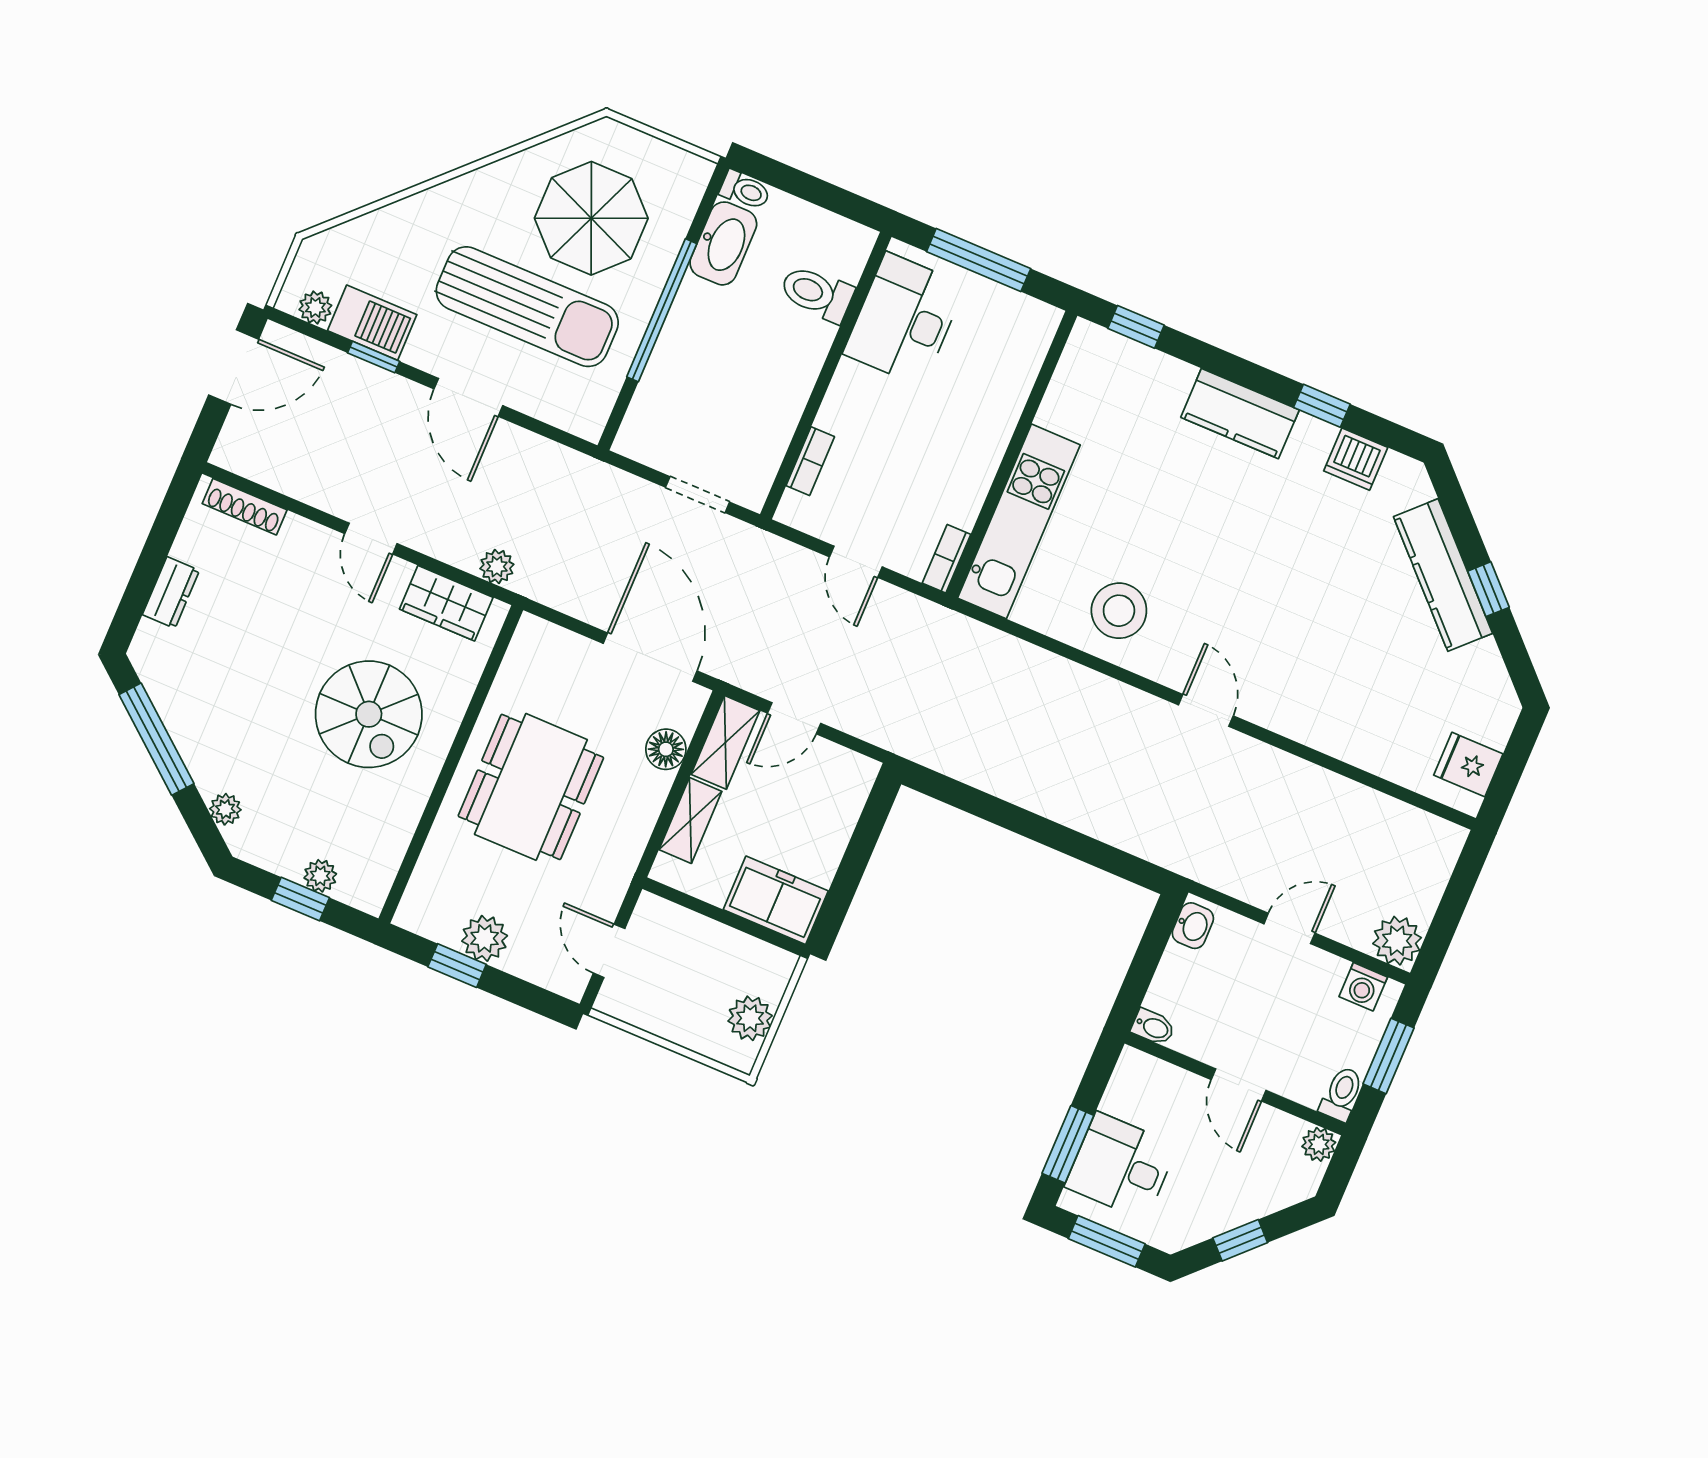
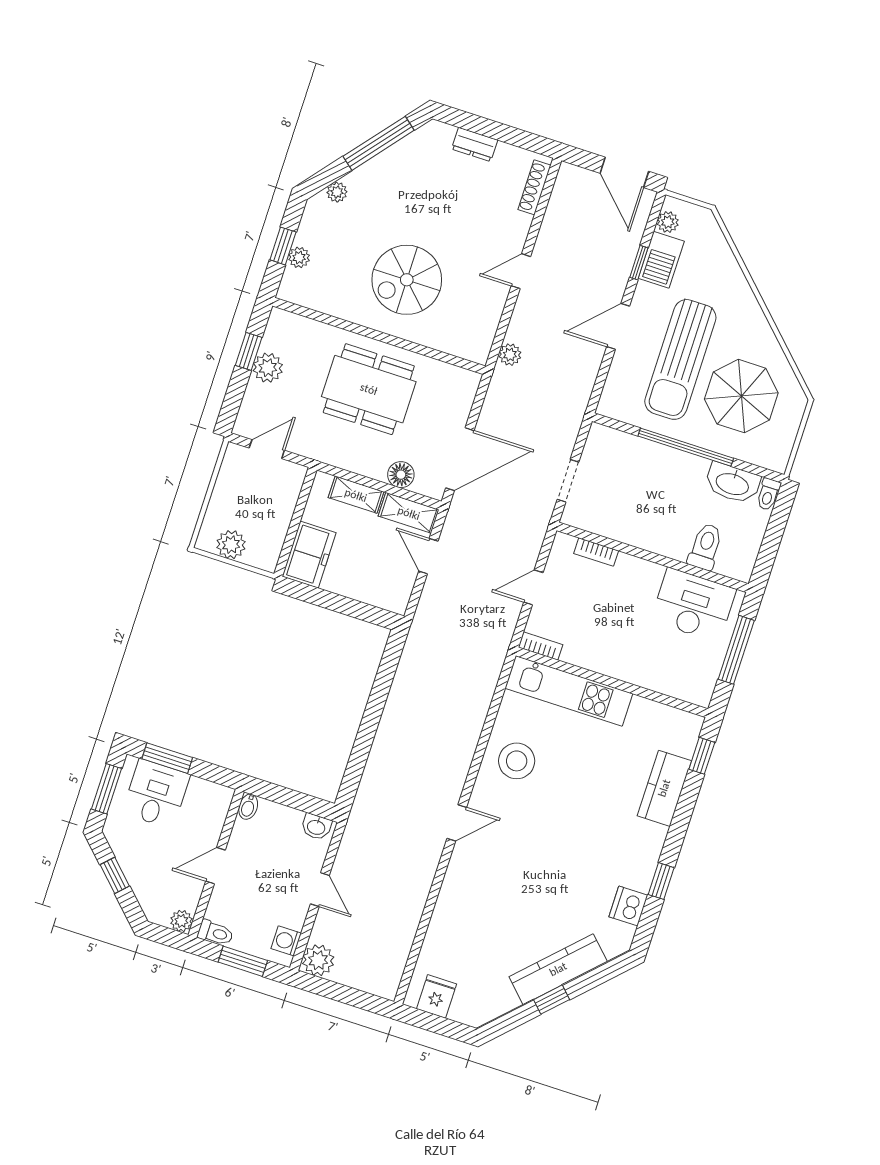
kitchen counter: (1240, 414) -> (664, 788), moved
wardrobe: (446, 603) -> (483, 324), removed

